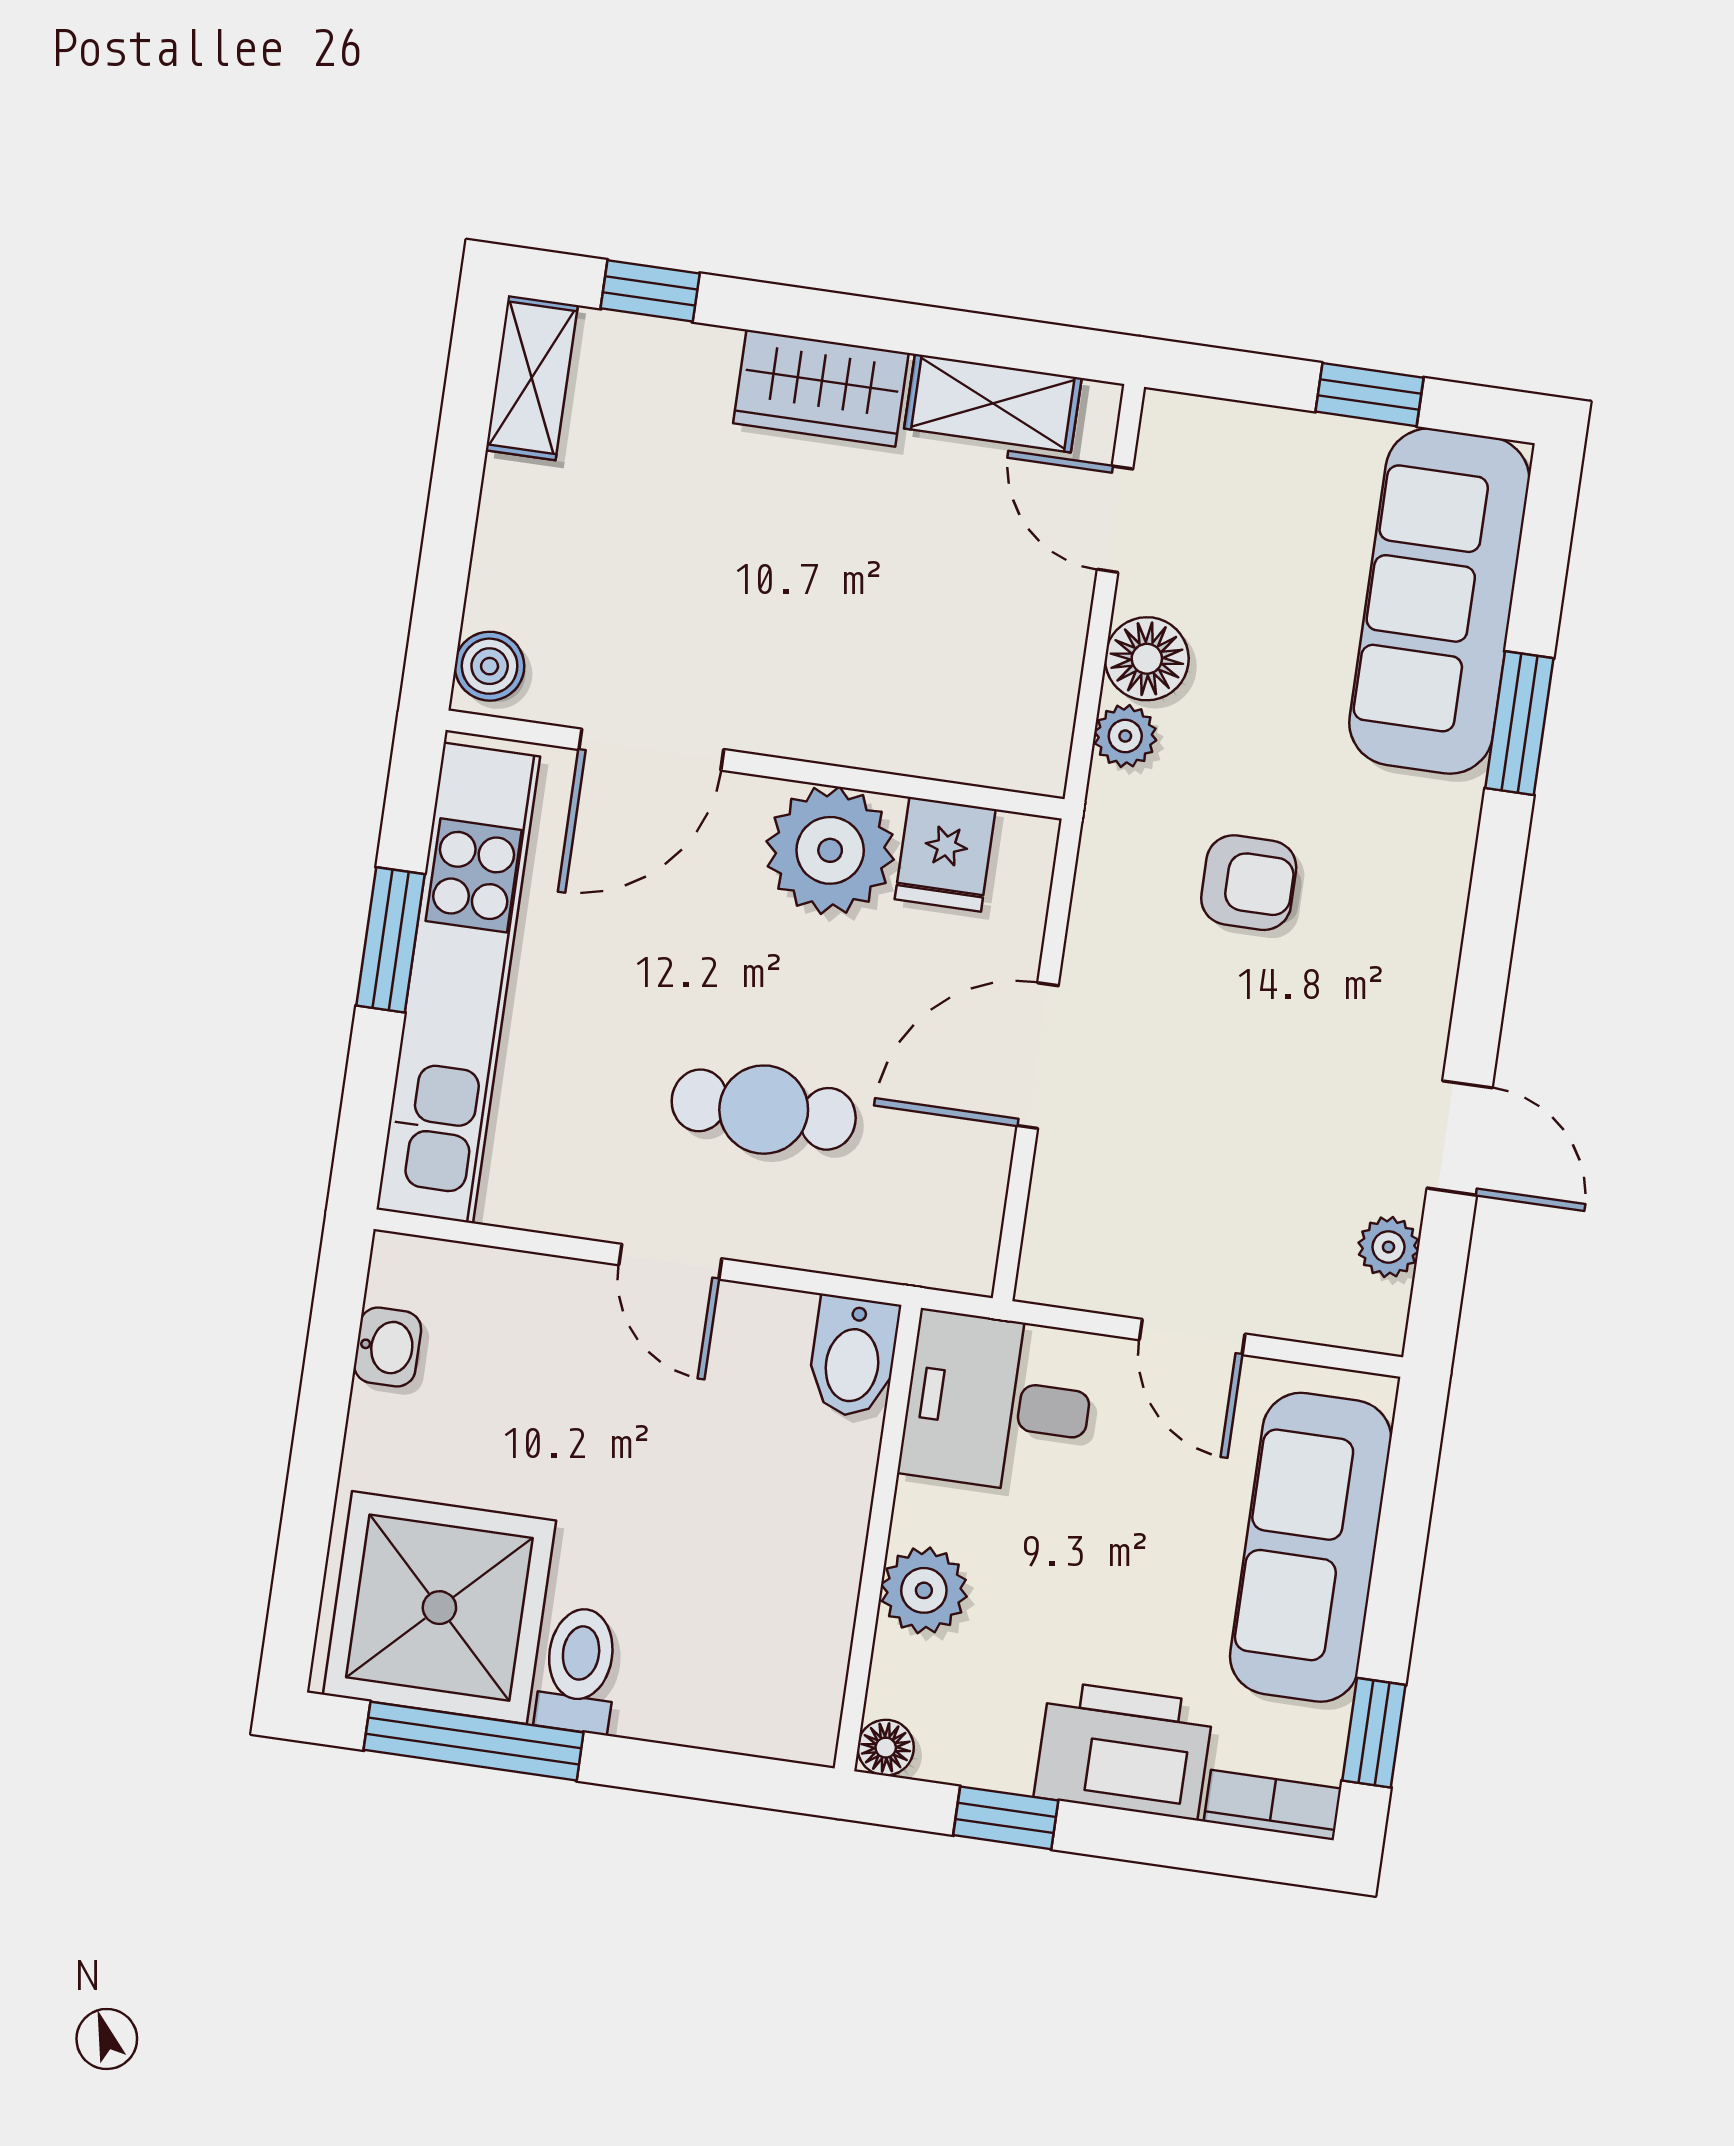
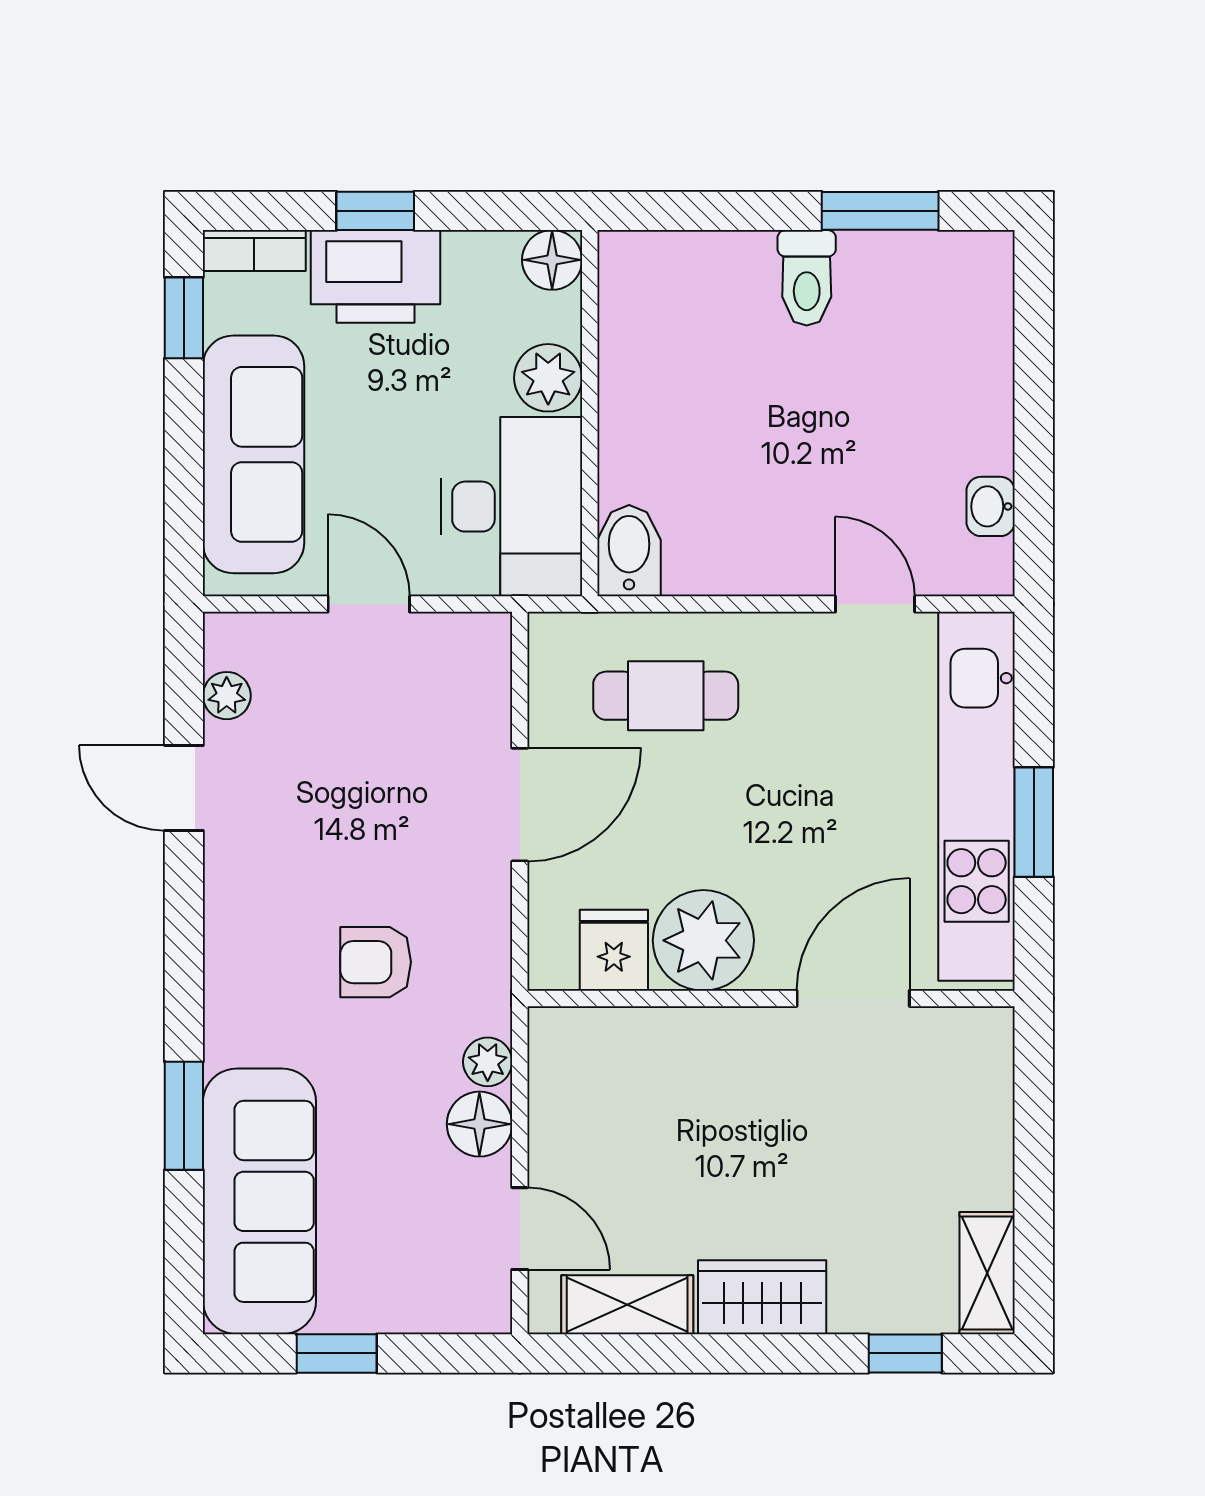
boiler: (490, 666) -> (988, 1045), removed
cafe table: (764, 1110) -> (666, 696), moved
door: (670, 1262) -> (875, 604), moved
desk: (998, 1403) -> (512, 507), width x1.37
shower: (439, 1608) -> (921, 310), removed
window: (474, 1741) -> (880, 211), width x0.69
floor lamp: (886, 1748) -> (552, 260), width x1.37, depth x1.37
window: (1006, 1818) -> (375, 211), moved

